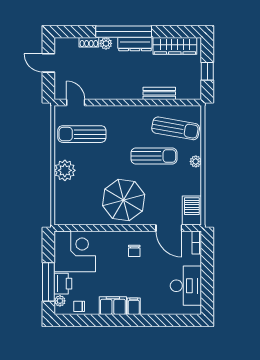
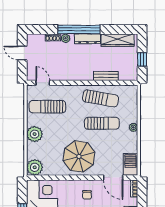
sun lounger: (176, 128) -> (101, 98), moved
plant: (65, 214) -> (35, 167), added

